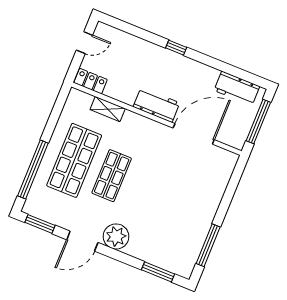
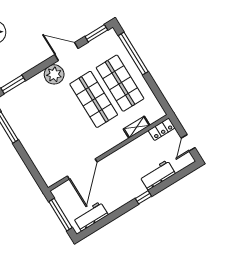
workbench: (156, 105) -> (158, 175), moved, turned 180
shop shelf: (112, 176) -> (94, 99), width x1.43, depth x1.36
door: (82, 241) -> (67, 52), hinge flipped

